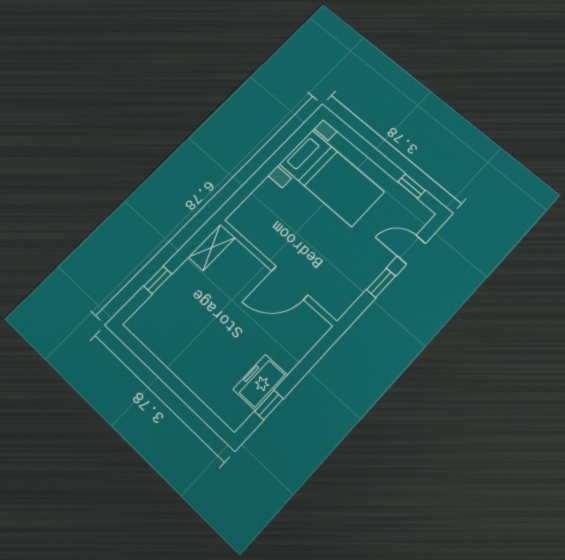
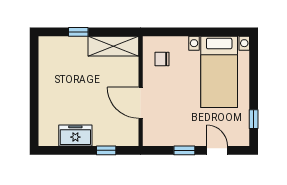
chair: (266, 222) -> (162, 59), added
shelving: (212, 247) -> (113, 46), width x1.50, depth x1.33
window: (269, 405) -> (106, 150), moved

